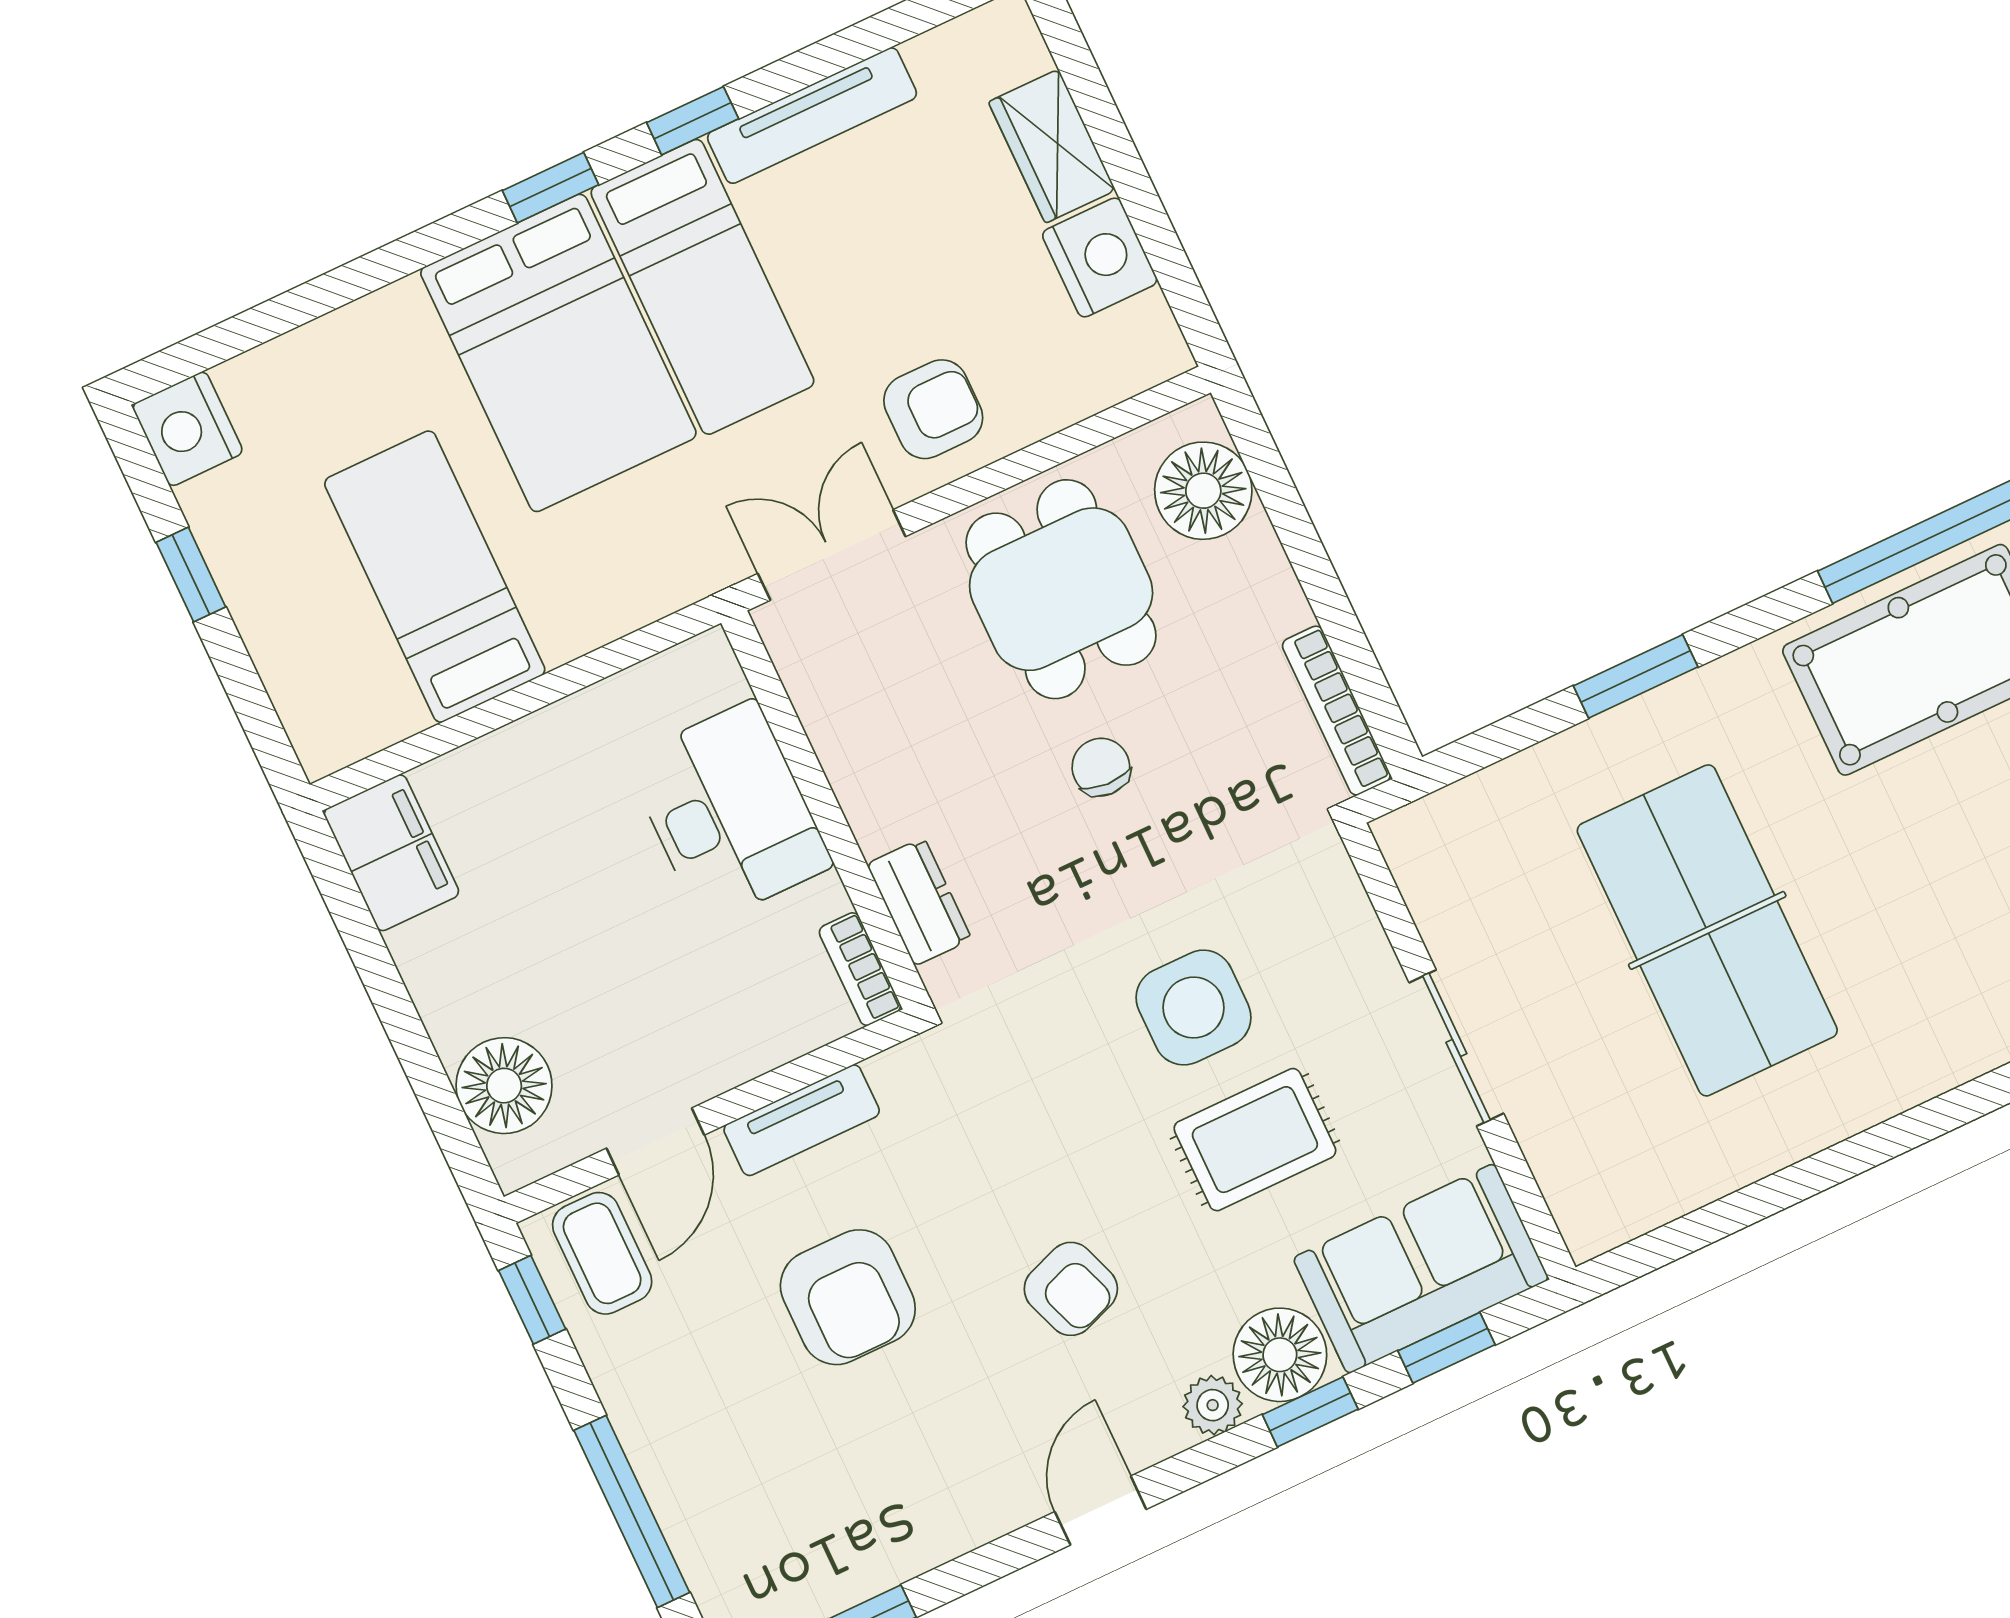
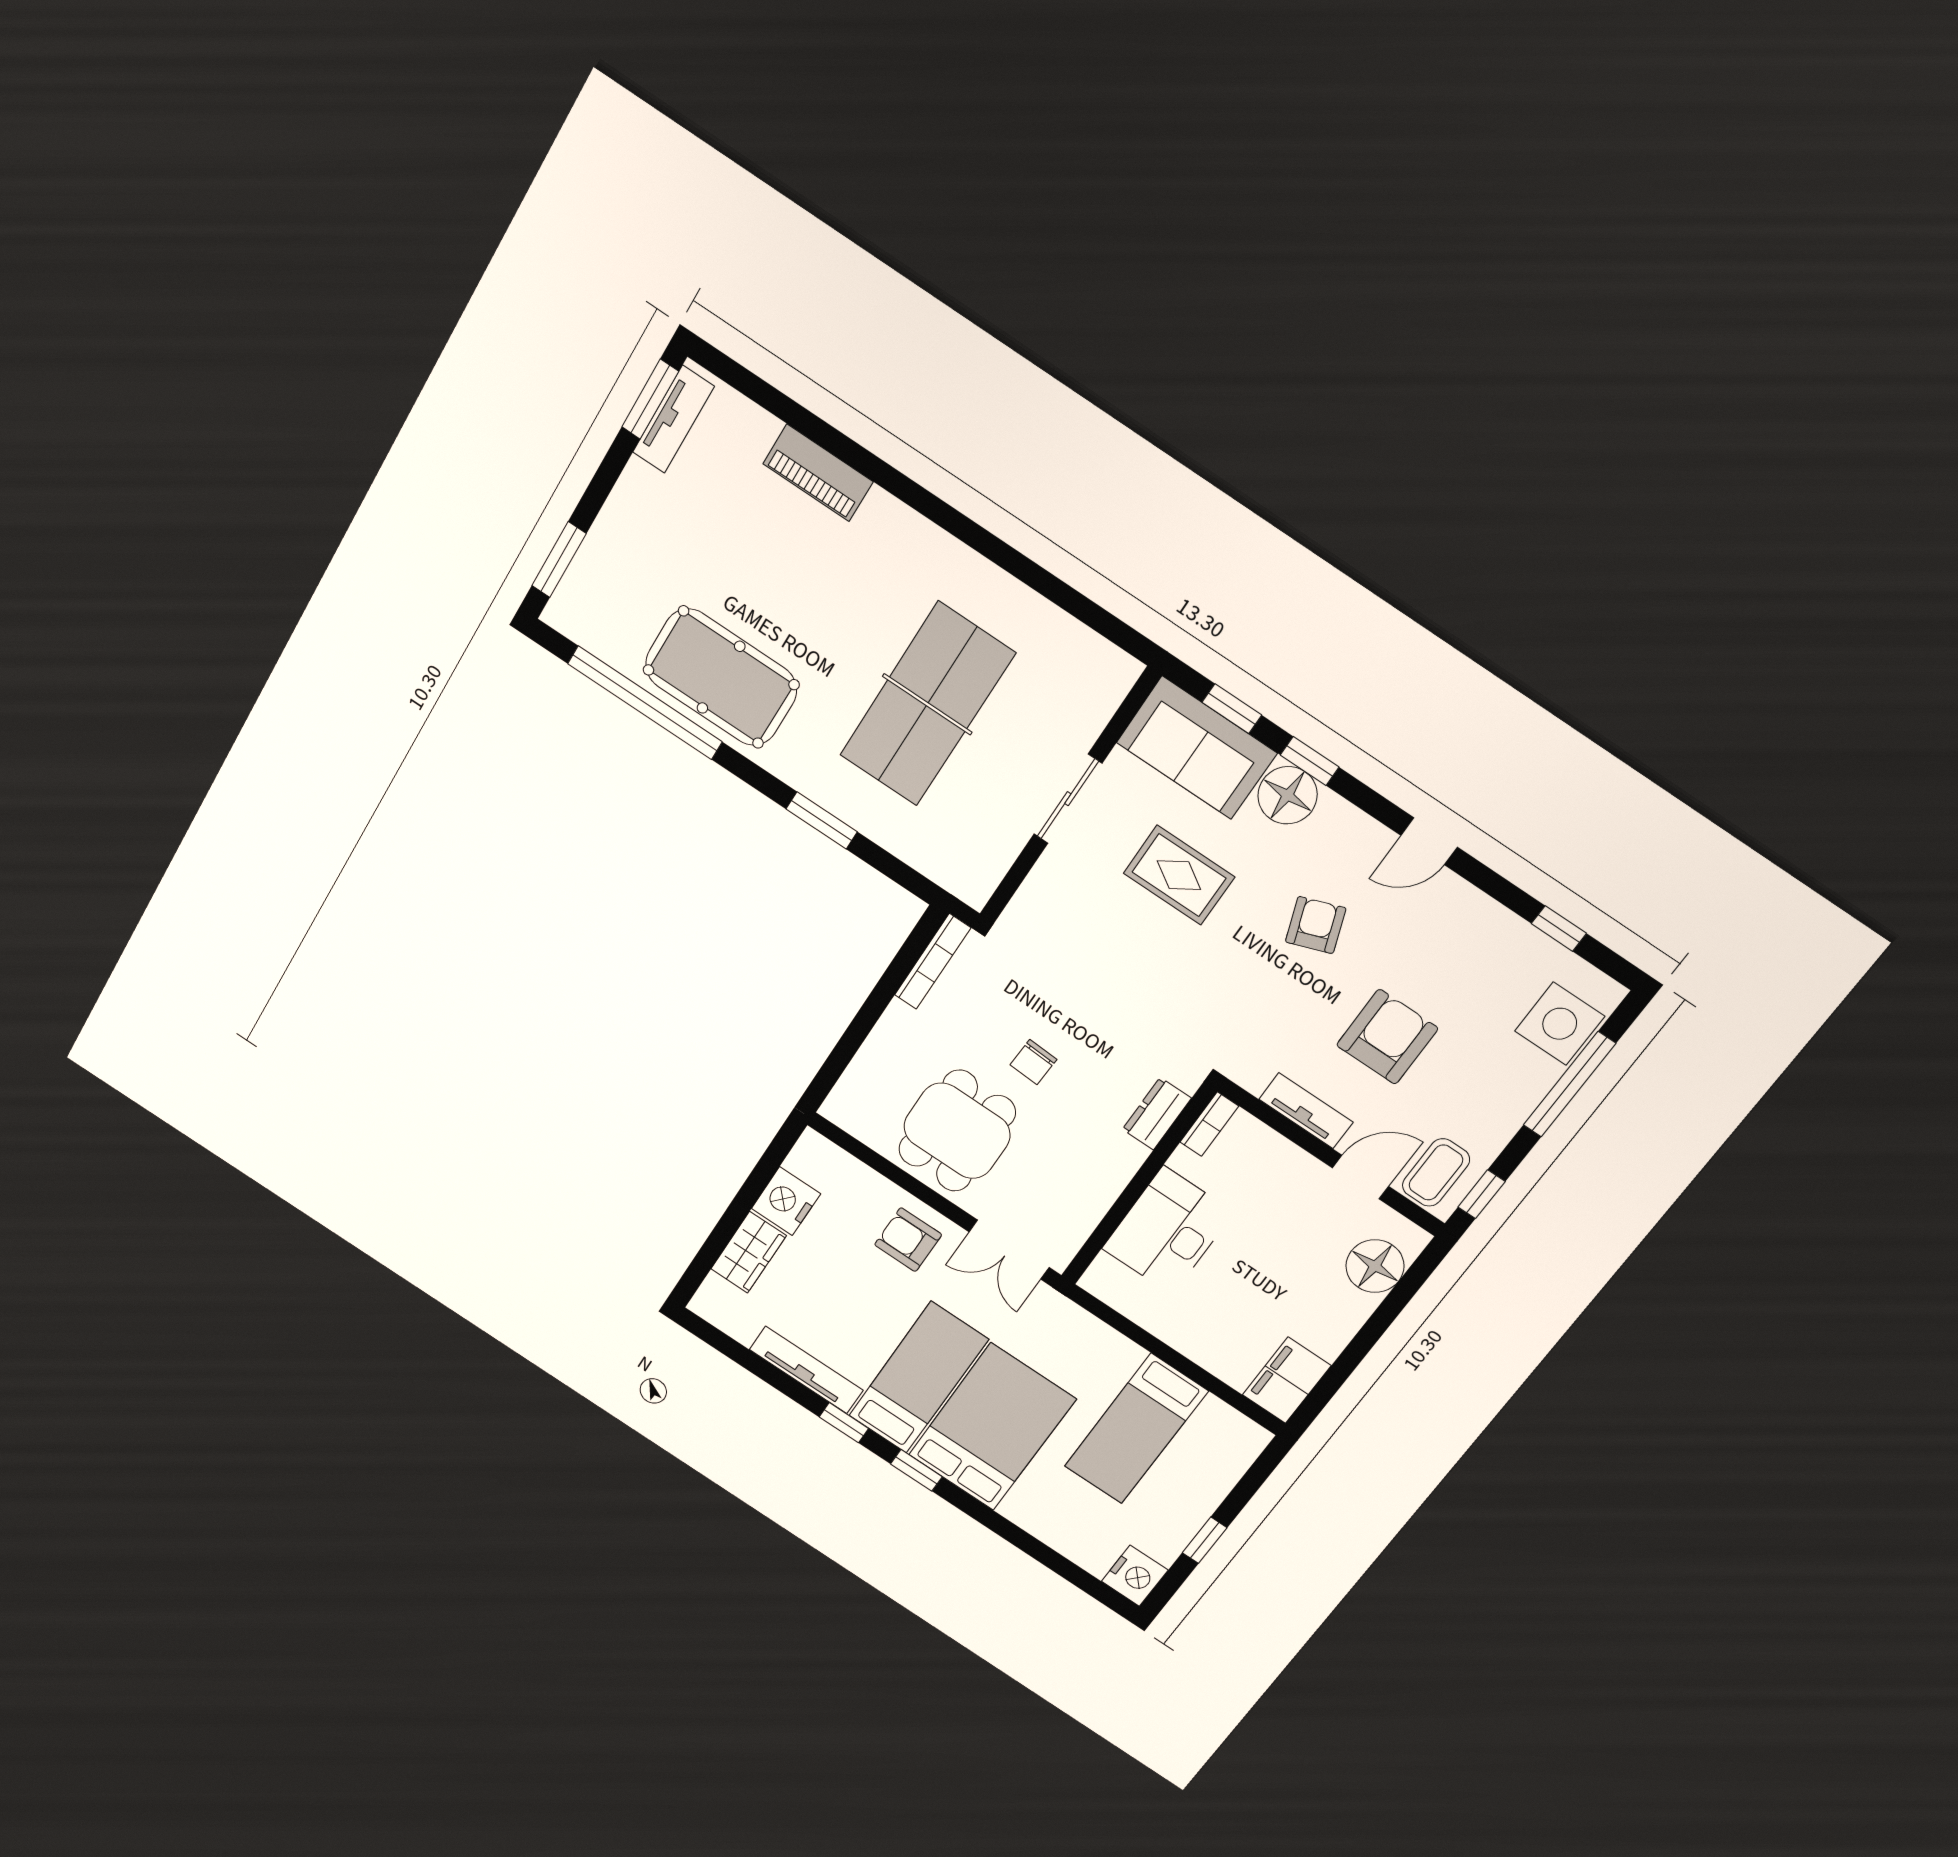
floor lamp: (1203, 491) -> (866, 1089), removed
side table: (1194, 1008) -> (1560, 1024), moved
plant: (1213, 1405) -> (1336, 815), removed

